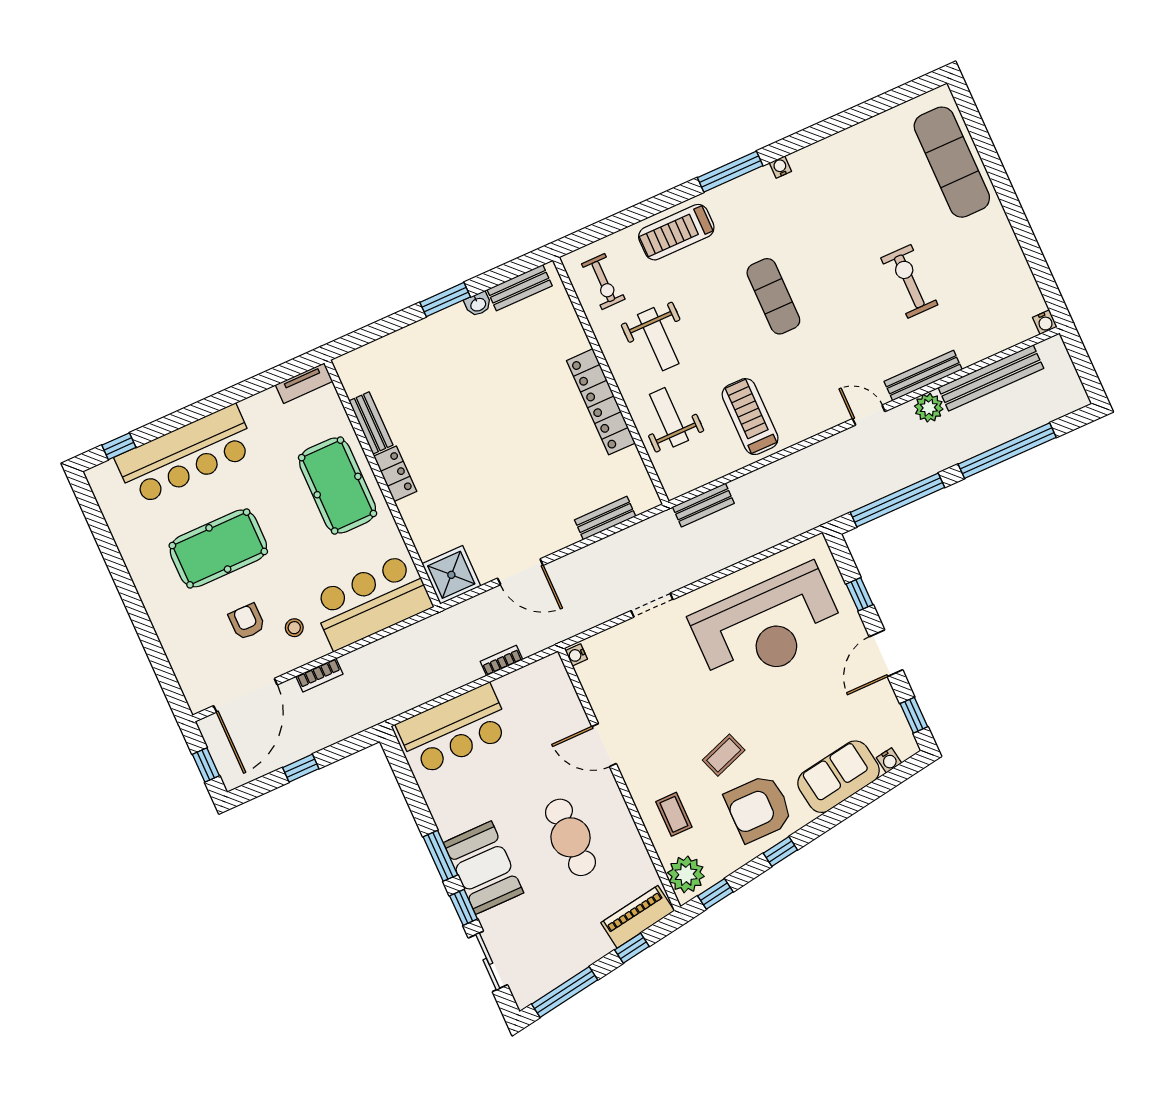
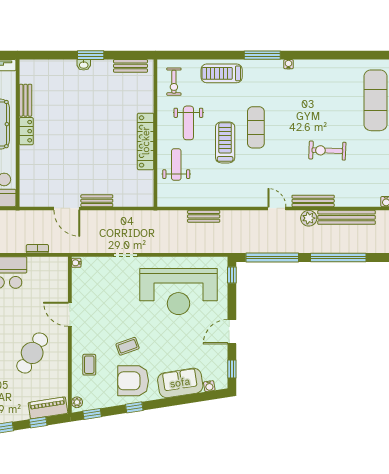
exercise bike: (909, 281) -> (327, 151), turned -88
washbasin: (478, 304) -> (84, 65), moved
treadmill: (750, 417) -> (225, 142), moved
bench: (703, 505) -> (204, 216), moved
bench: (605, 518) -> (97, 201), moved
shower: (451, 575) -> (32, 194), removed
window: (859, 594) -> (232, 275), moved
cafe table: (570, 837) -> (32, 353), turned 31
plant: (686, 874) -> (77, 402), width x0.53, depth x0.53

